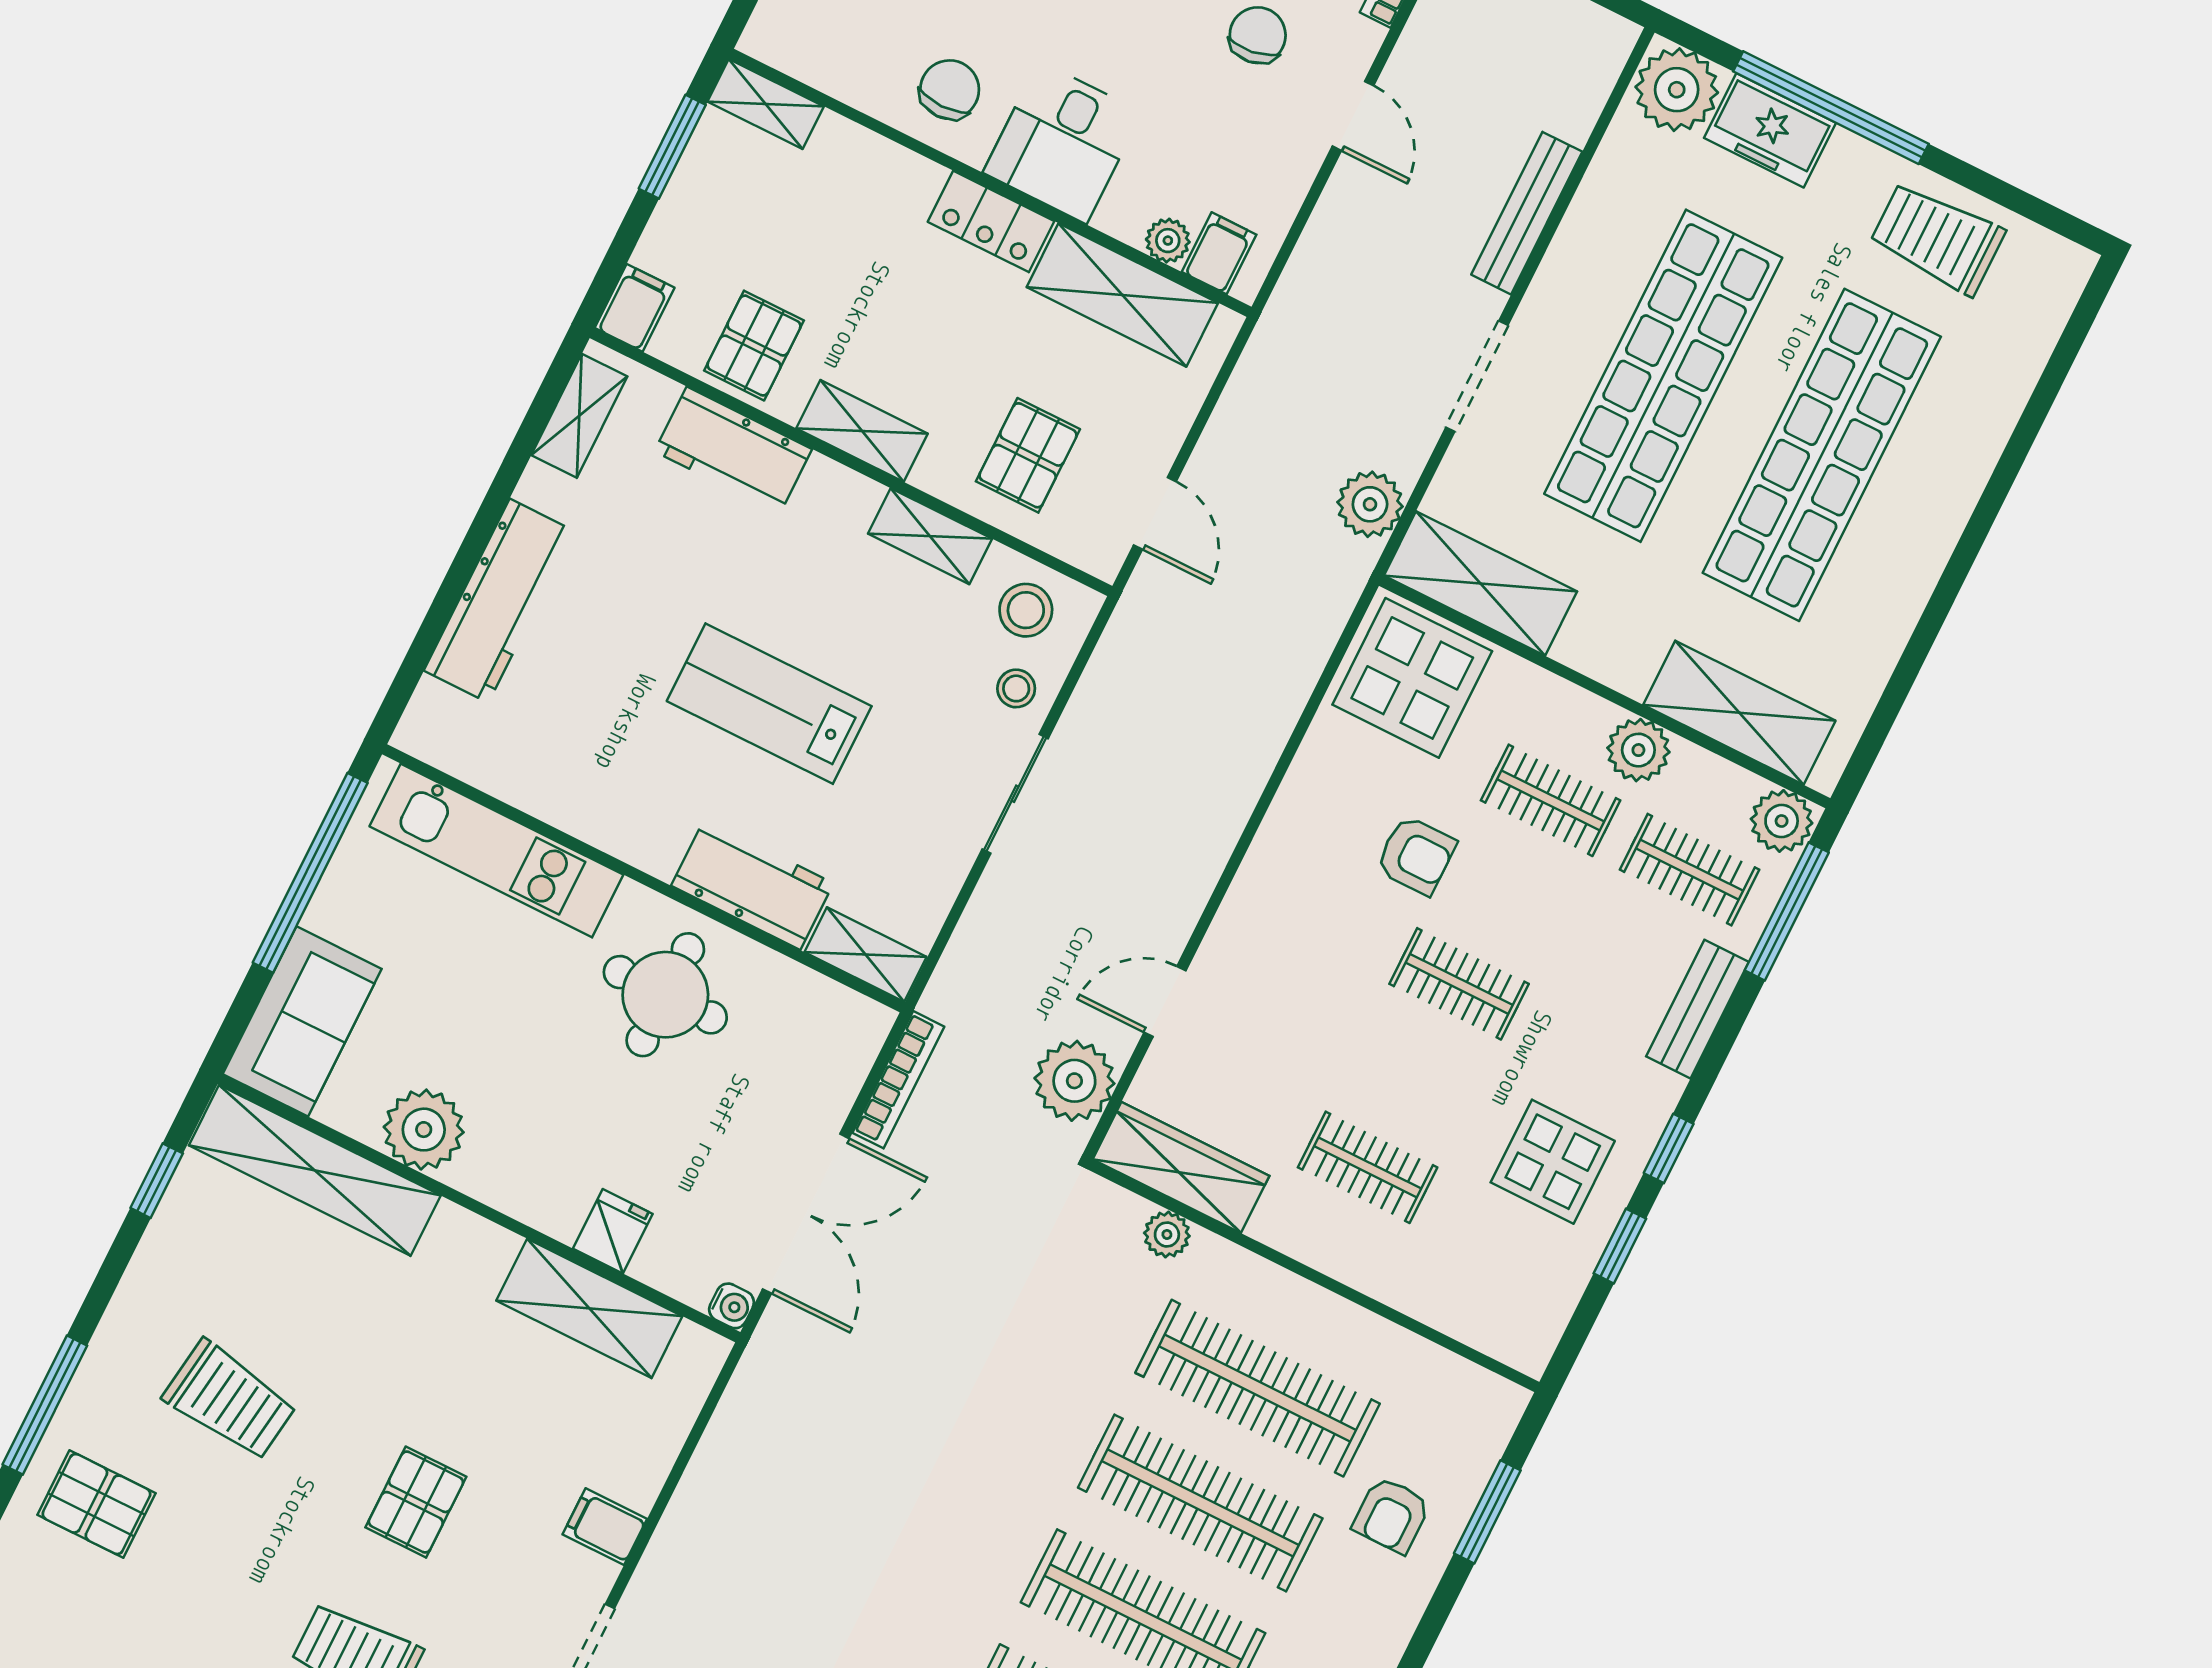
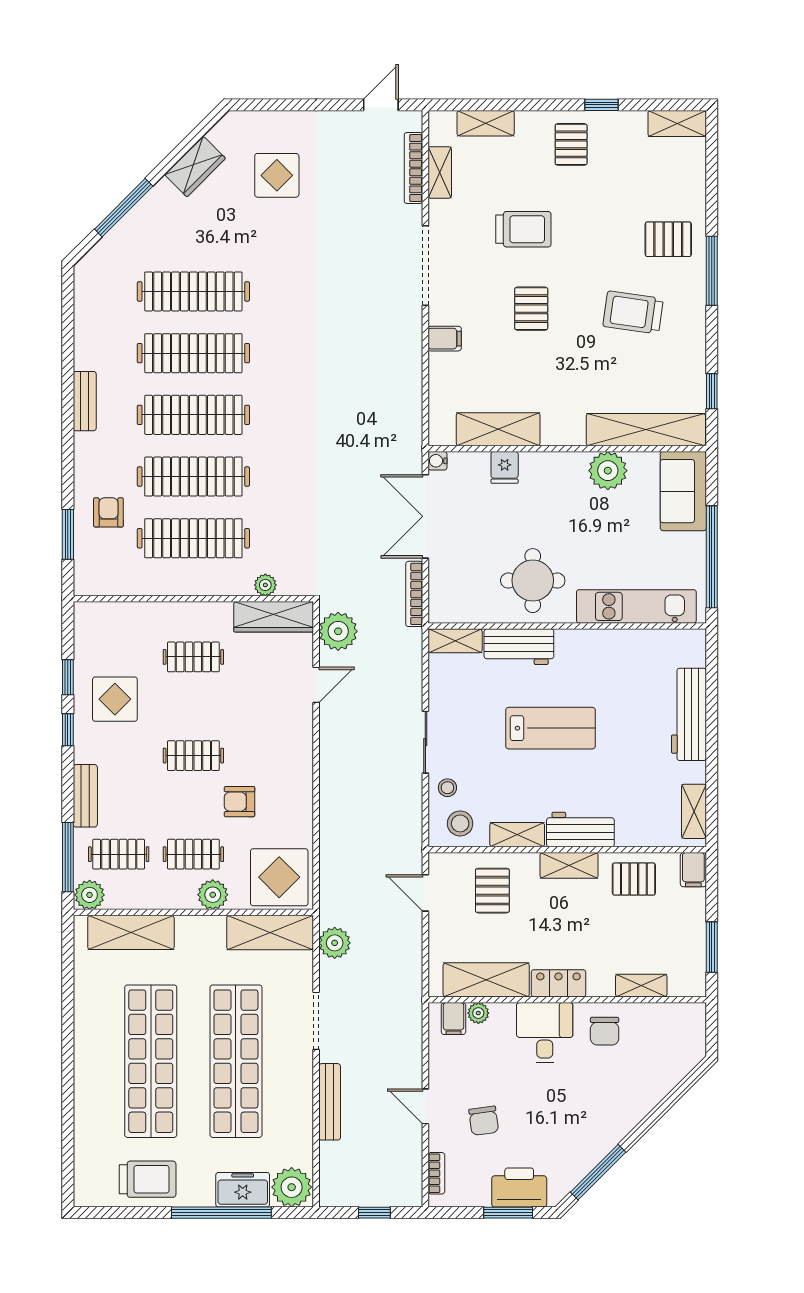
shelving: (766, 104) -> (641, 986), moved
pallet: (754, 346) -> (634, 879), turned 90
workbench: (733, 450) -> (580, 830), moved
plant: (1638, 750) -> (213, 895), moved

